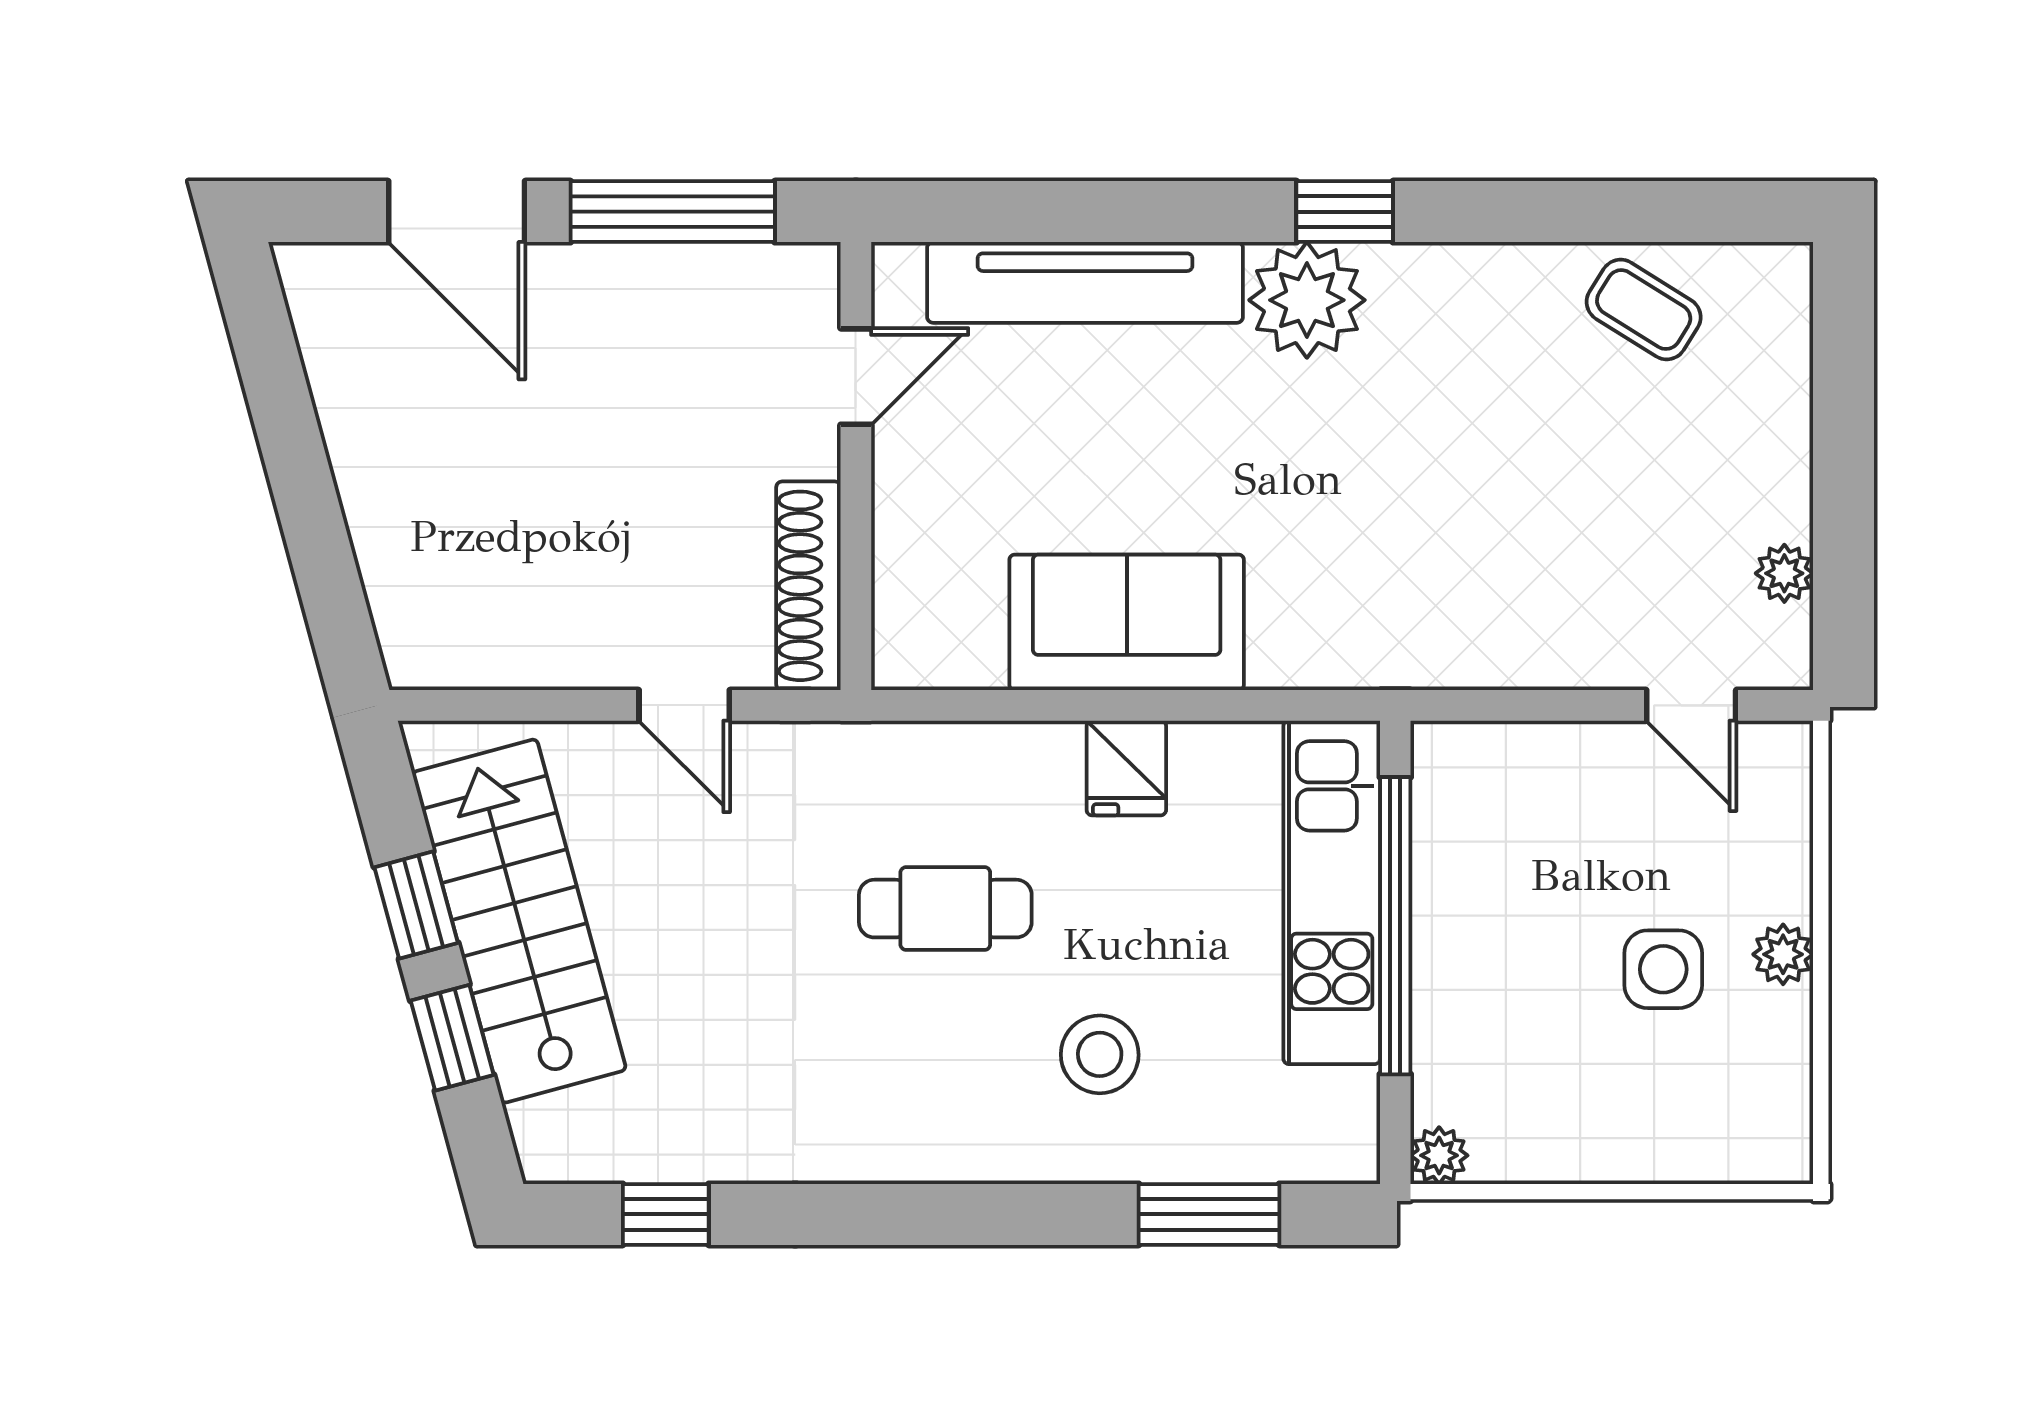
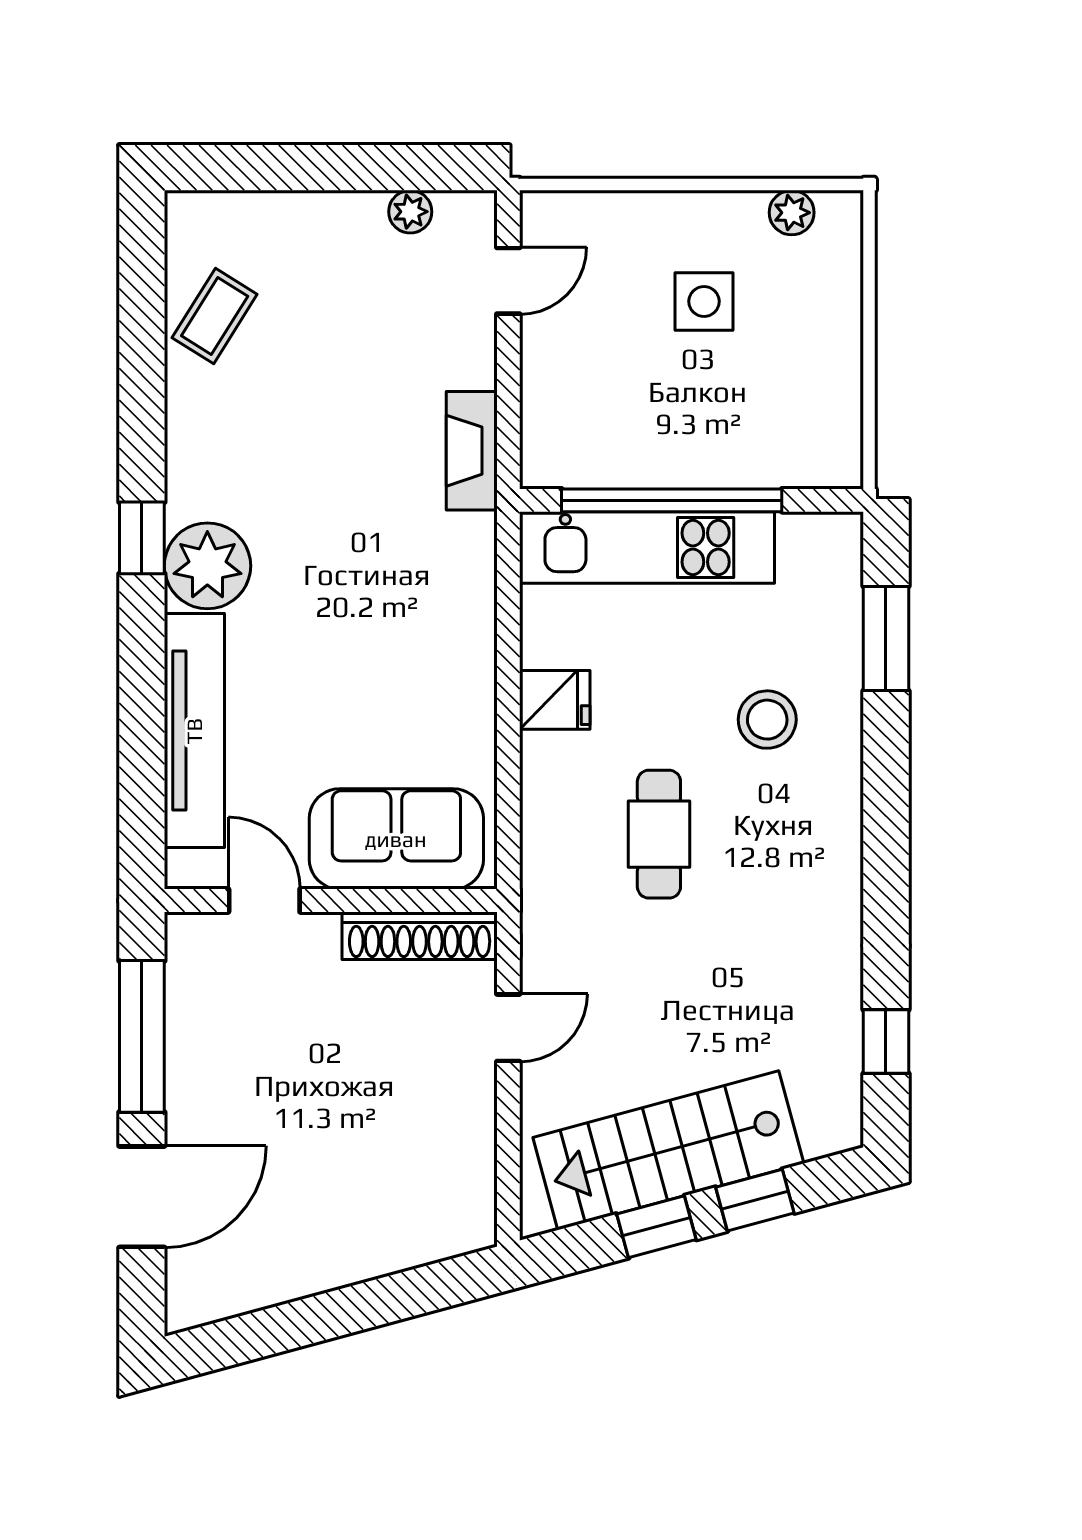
sofa: (1127, 622) -> (396, 839), moved, turned 90
fireplace: (1462, 656) -> (472, 451), added
plant: (1783, 954) -> (792, 213), moved
plant: (1439, 1155) -> (842, 468), removed

